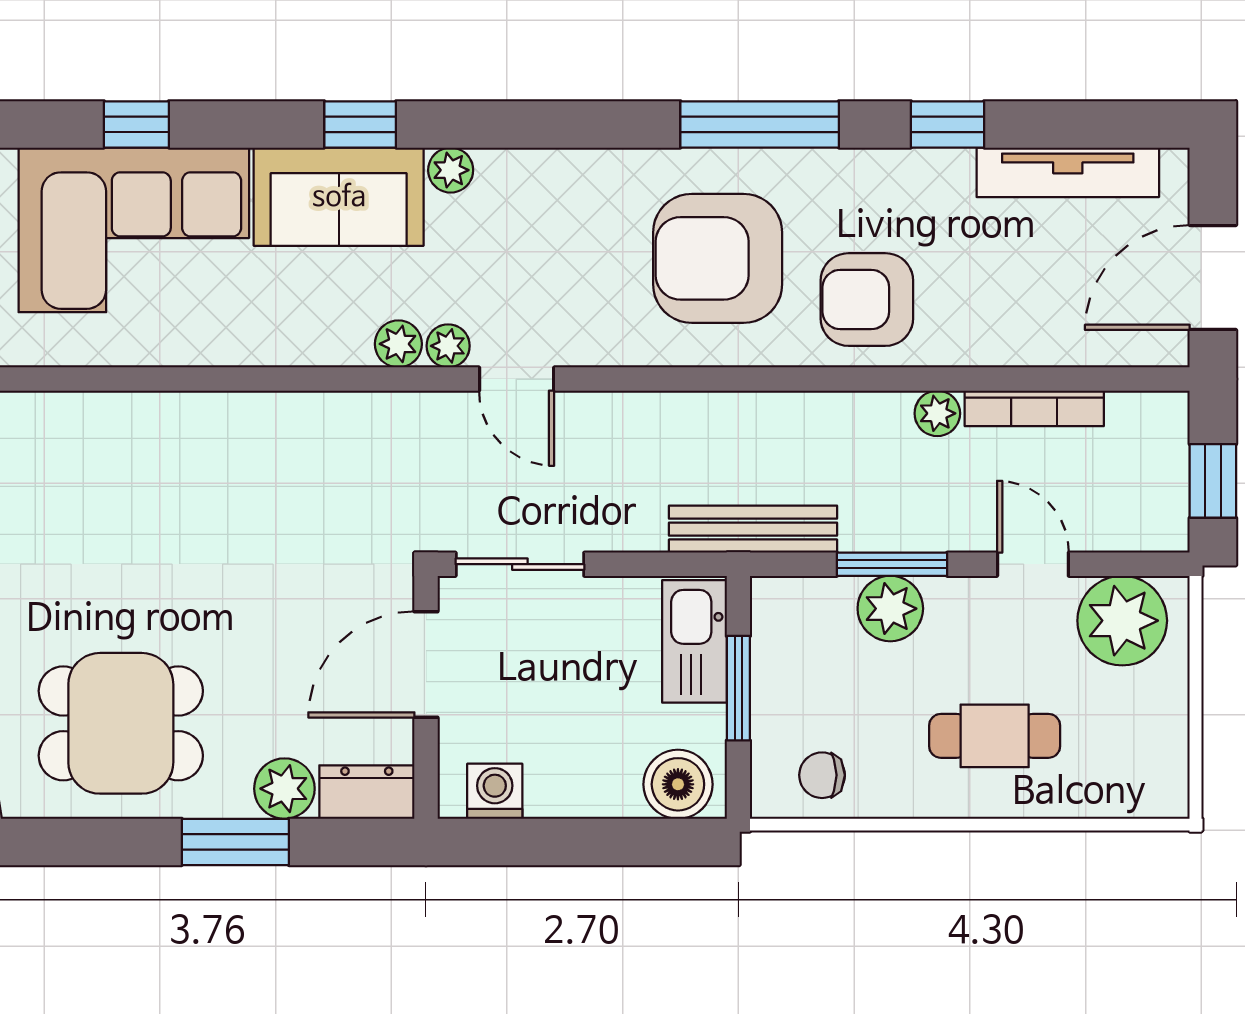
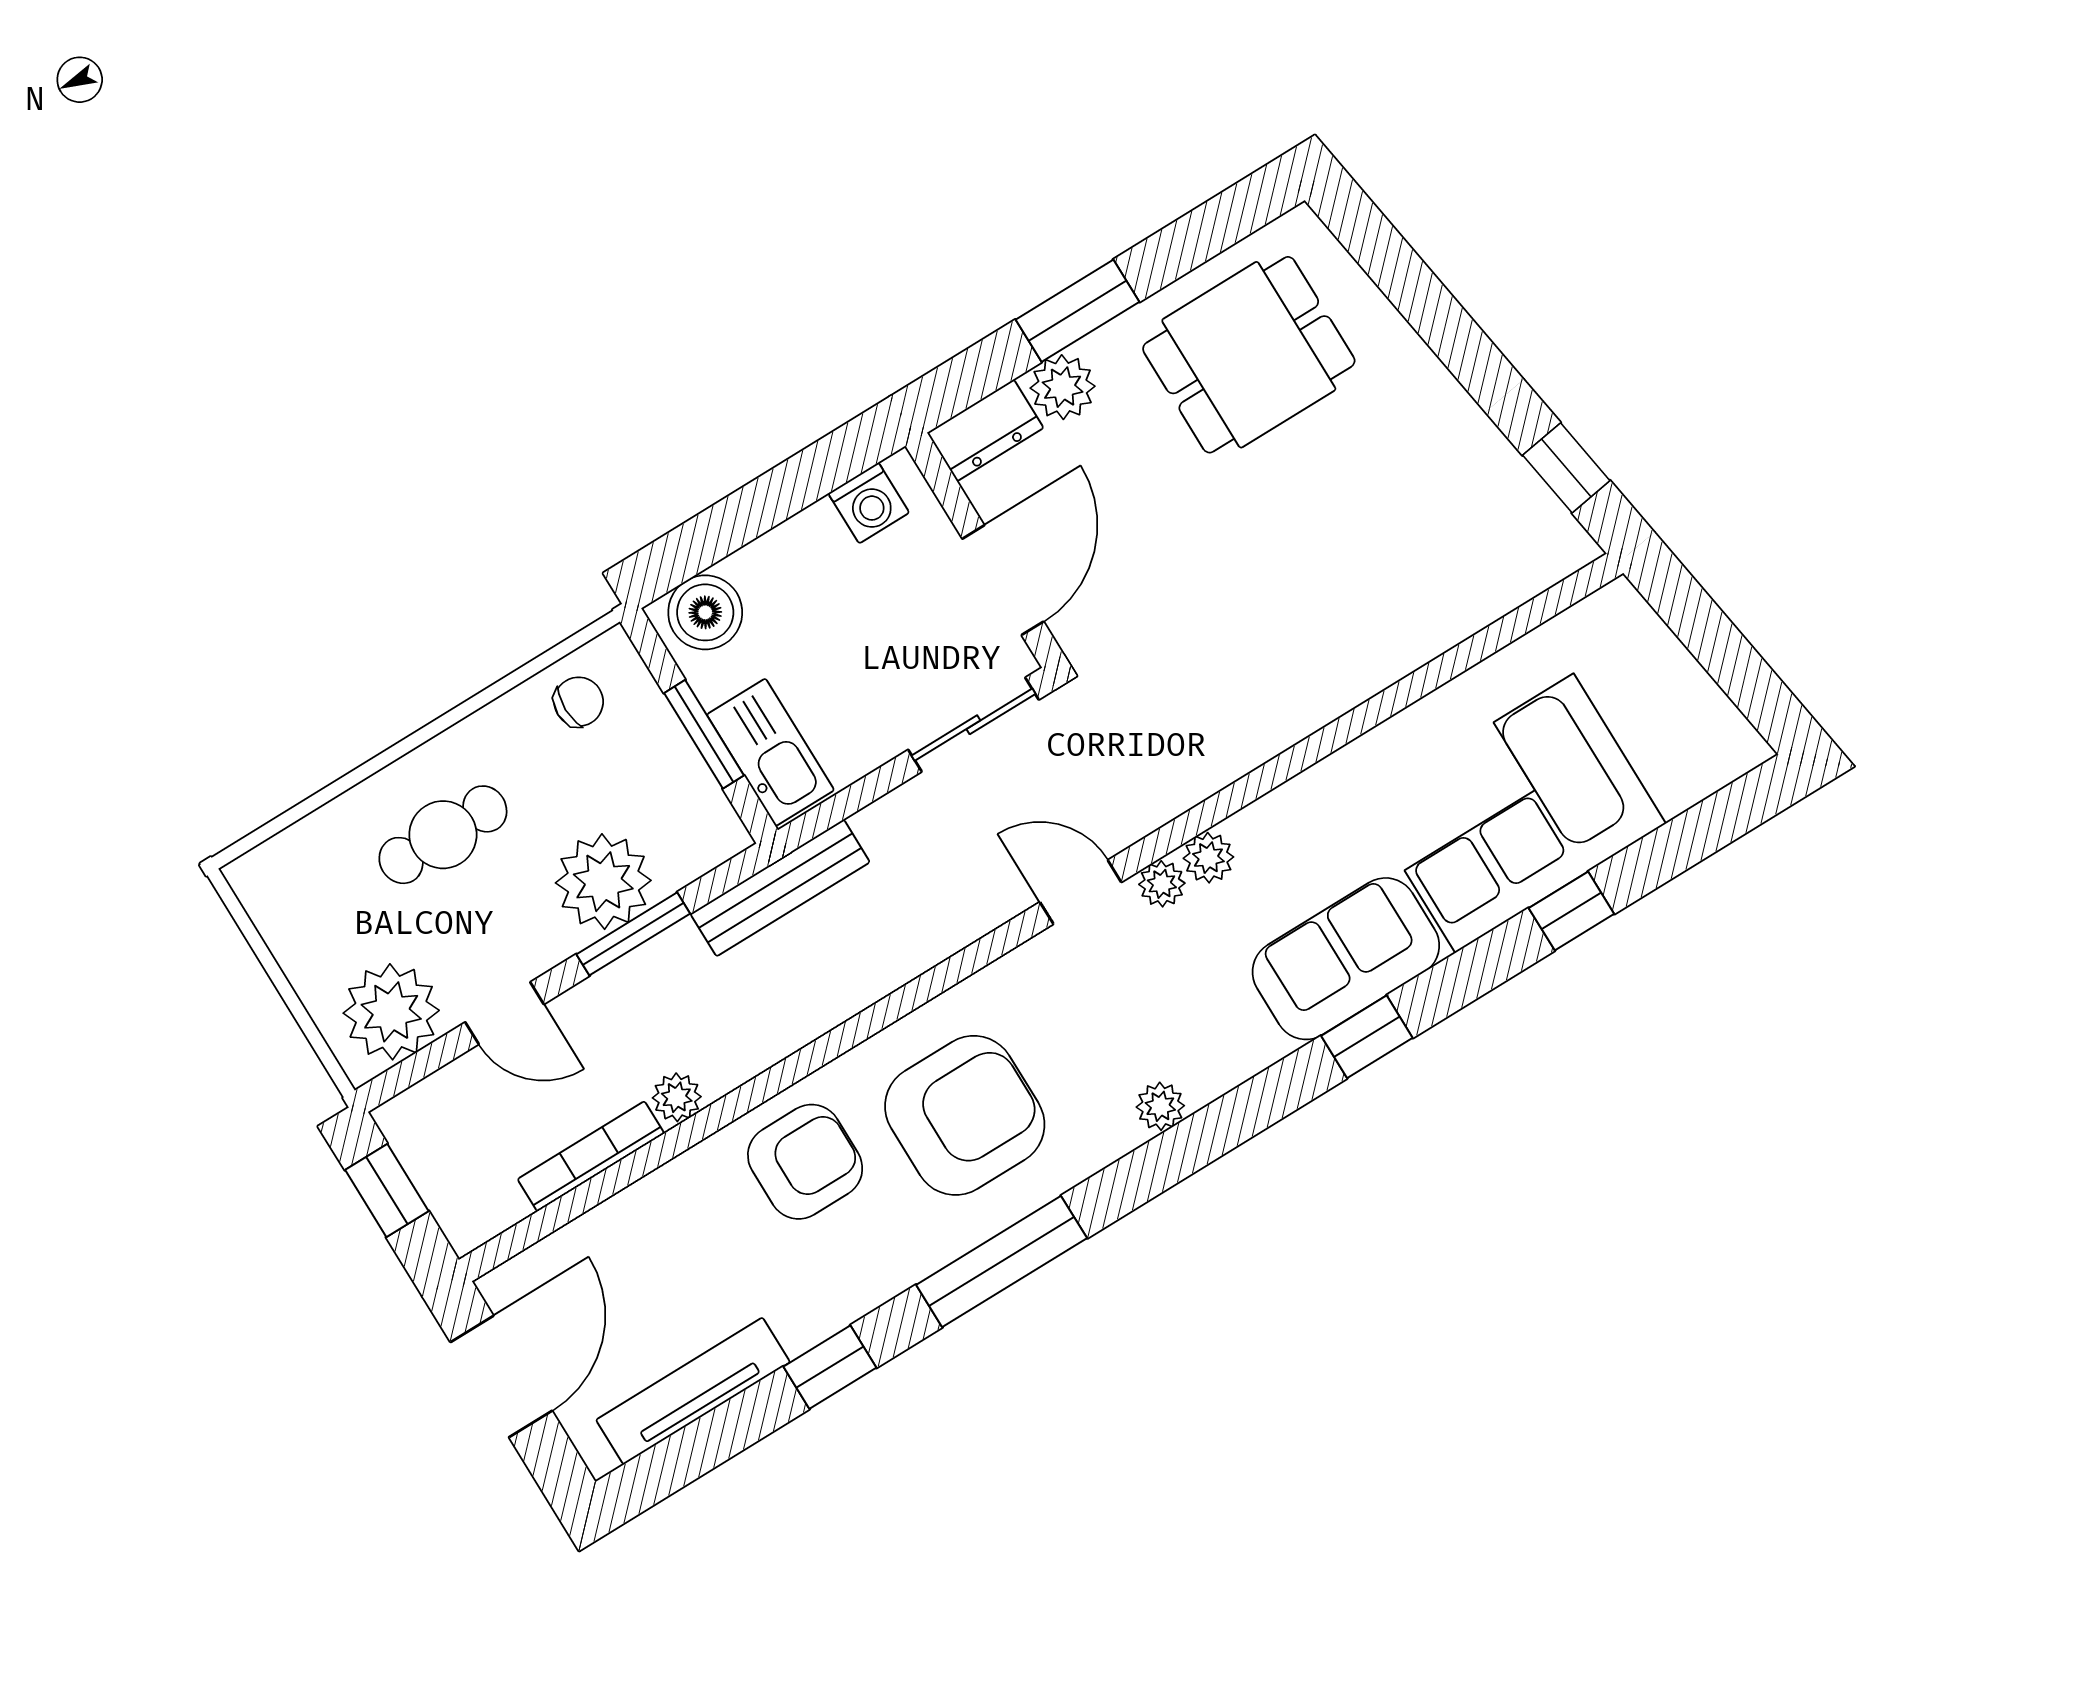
plant: (451, 170) -> (1160, 1106), moved
plant: (890, 609) -> (603, 882), width x1.36, depth x1.36

